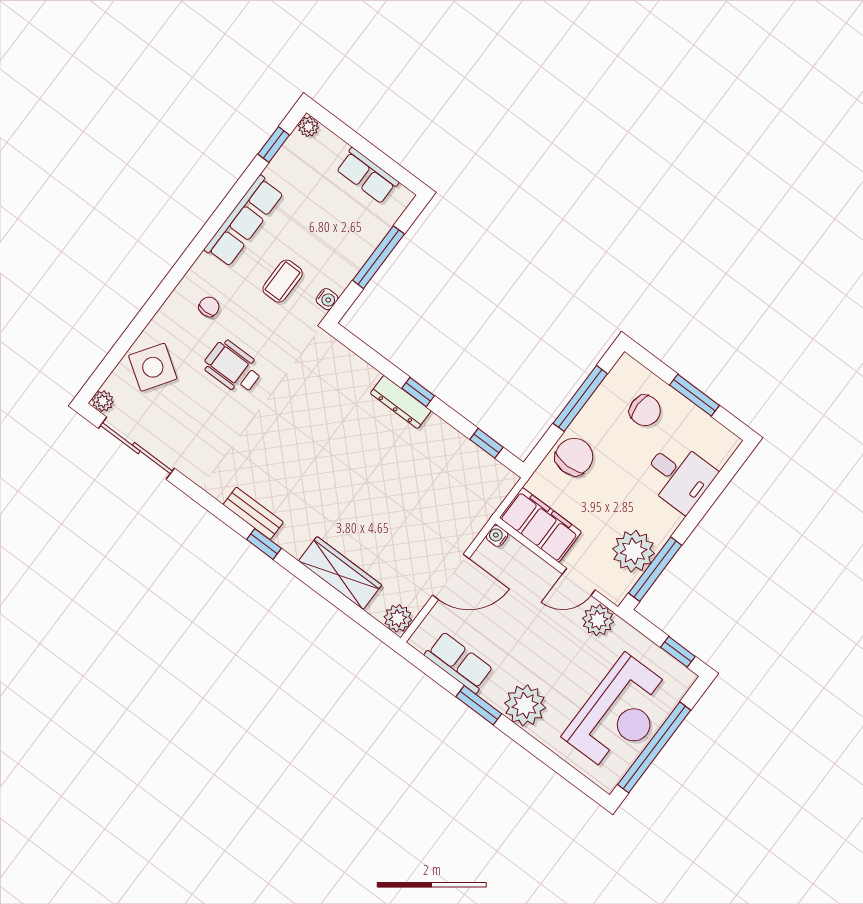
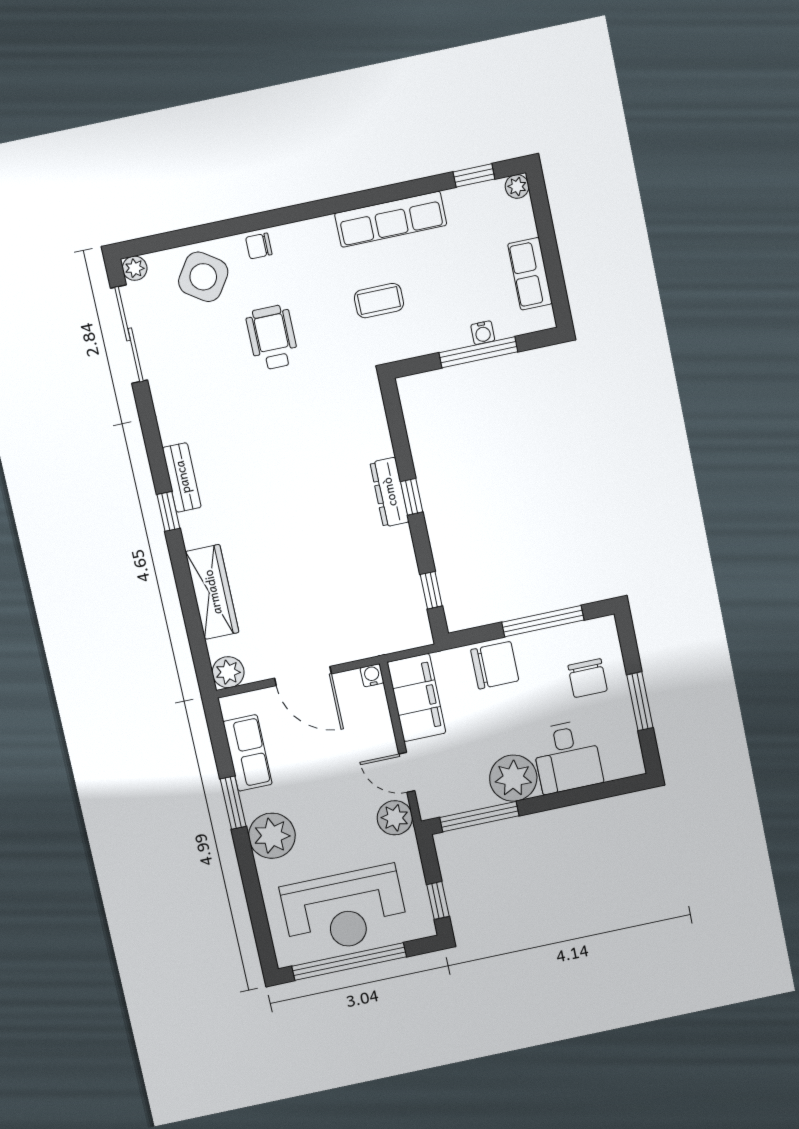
water cooler: (327, 299) -> (483, 333), moved
chair: (209, 307) -> (259, 246), moved, turned 180
plant: (634, 551) -> (513, 778), moved

